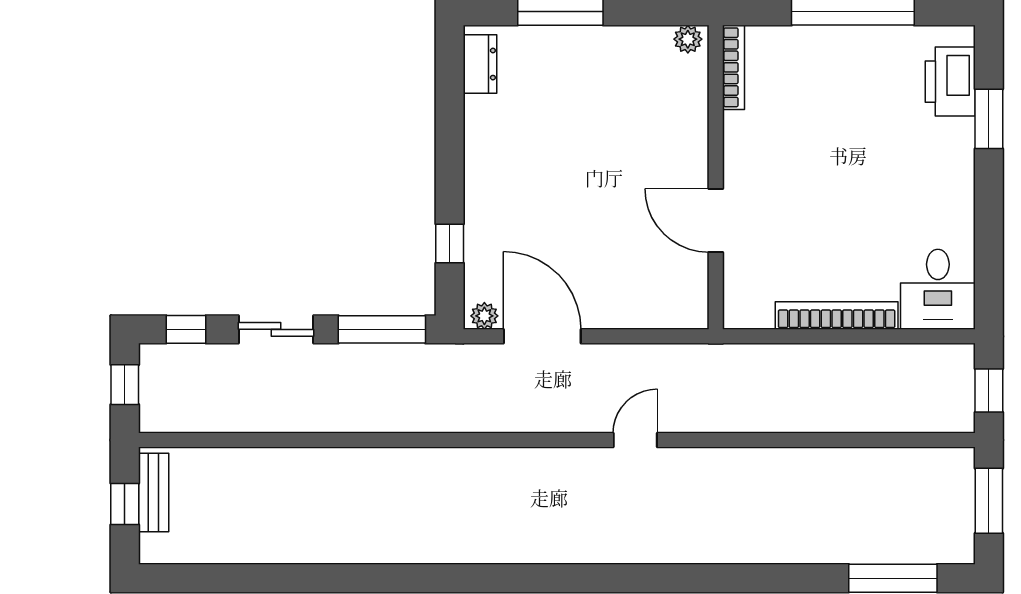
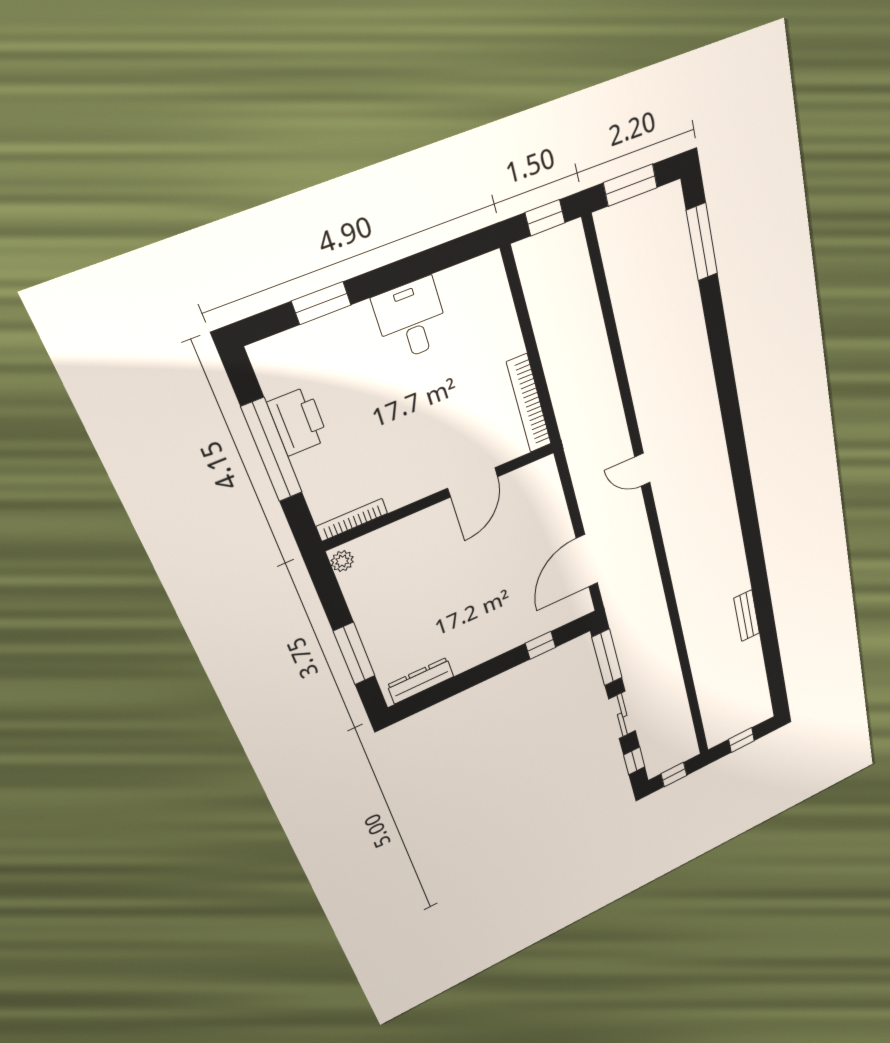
dresser: (480, 64) -> (421, 681), width x1.44
printer: (950, 82) -> (298, 421), moved, turned -90
desk: (938, 289) -> (411, 320), moved, turned -90
bookcase: (837, 315) -> (529, 404), moved
plant: (484, 316) -> (583, 602), removed
bench: (154, 492) -> (747, 616), moved, turned 90

